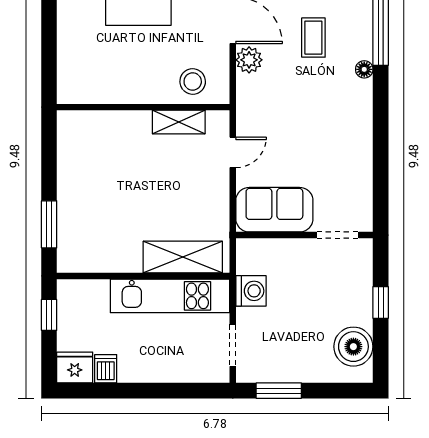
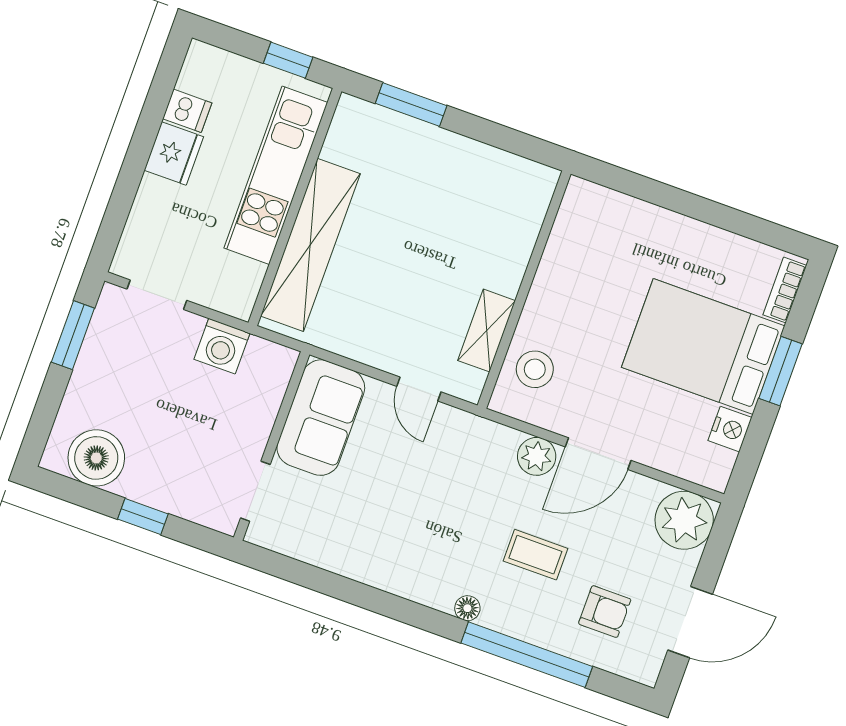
shelving: (183, 257) -> (310, 245), width x1.47
kitchen unit: (170, 296) -> (276, 175), moved
fridge: (75, 367) -> (174, 153), moved

